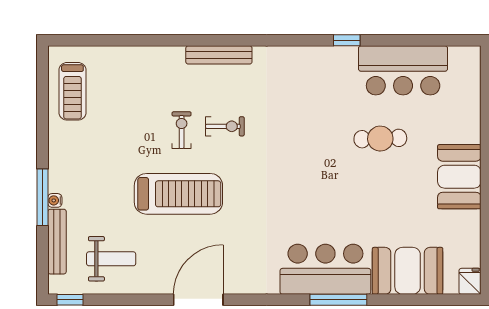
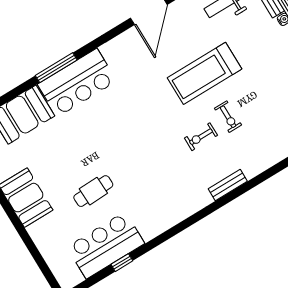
window: (347, 40) -> (122, 263), moved
bench: (219, 55) -> (228, 185), width x0.73

